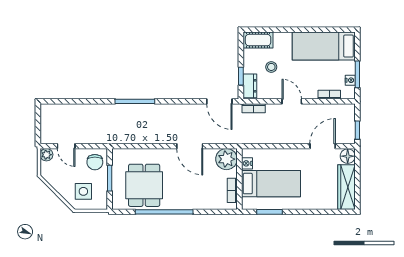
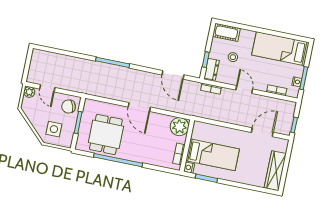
door: (219, 101) -> (173, 75), moved
door: (190, 146) -> (139, 107), moved
floor lamp: (348, 156) -> (282, 145), removed
chair: (95, 162) -> (69, 107), turned 72
nightstand: (247, 163) -> (189, 168), moved

